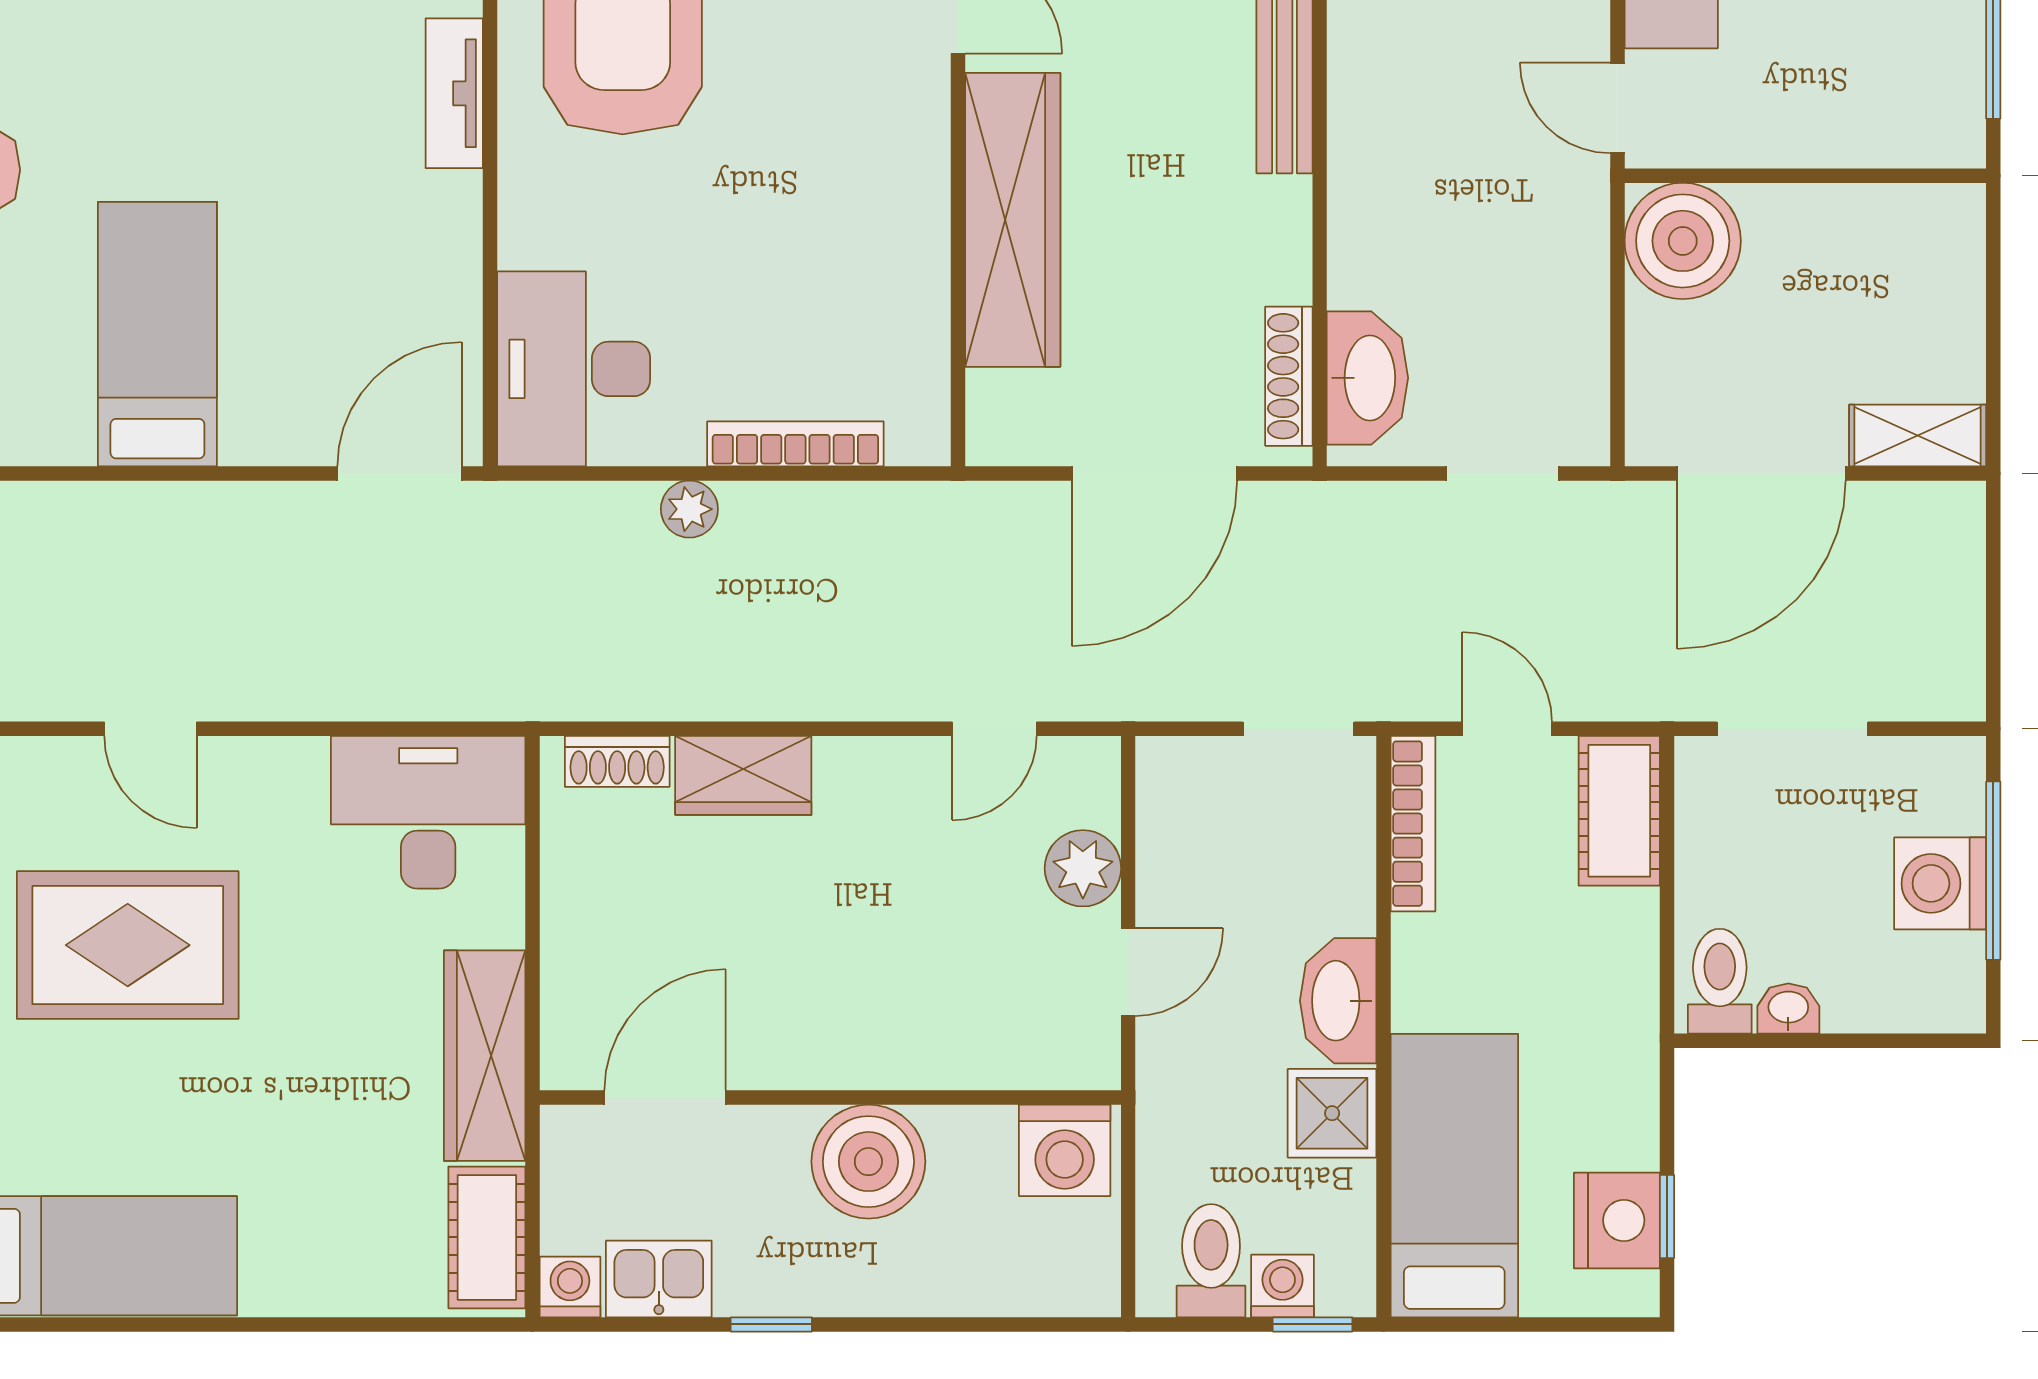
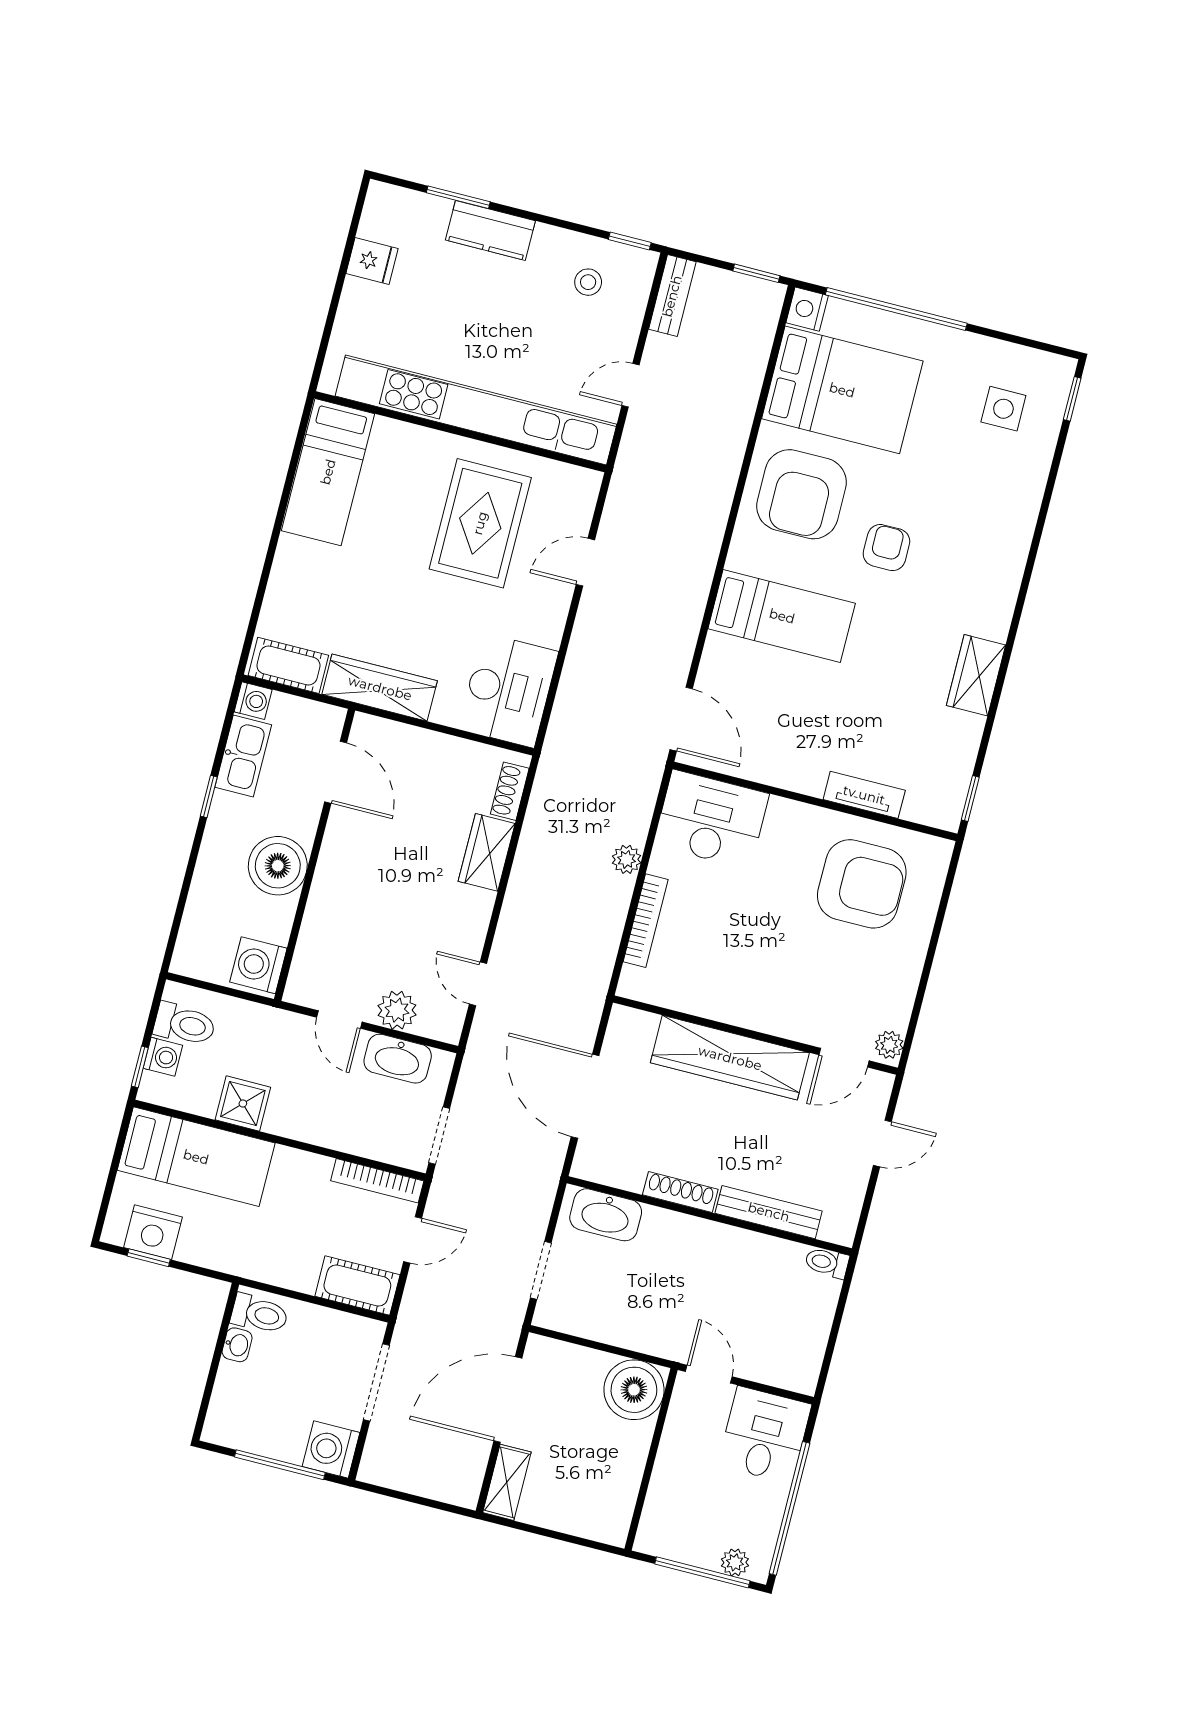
door: (1617, 108) -> (709, 1374), hinge flipped
shoe rack: (1289, 376) -> (680, 1192), moved
door: (1762, 473) -> (508, 1400), hinge flipped
washing machine: (1940, 883) -> (331, 1449), moved, turned -90
washbasin: (1338, 1001) -> (398, 1059), moved, turned 180
kitchen sink: (659, 1279) -> (243, 756), width x1.38

